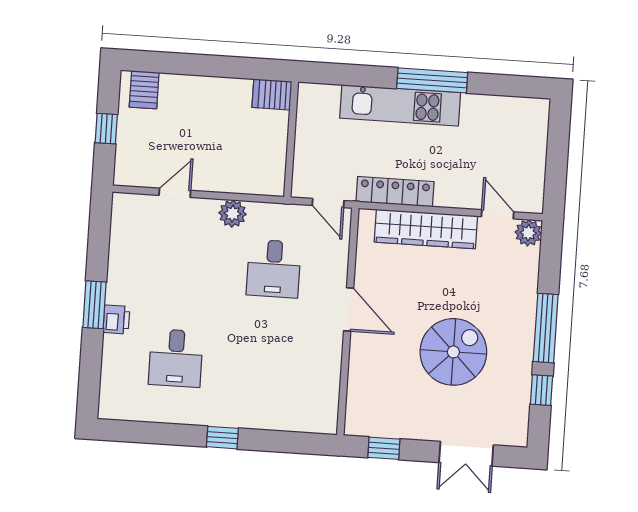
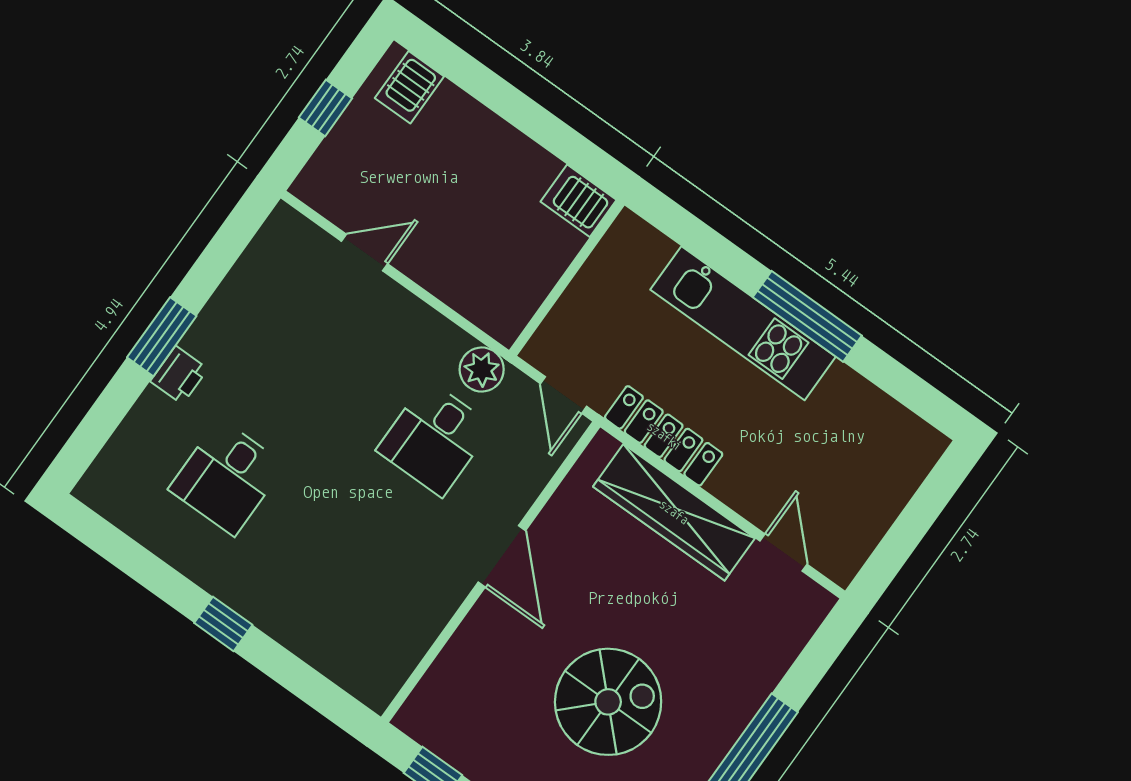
plant: (233, 214) -> (482, 370), moved
plant: (528, 233) -> (810, 603), removed

